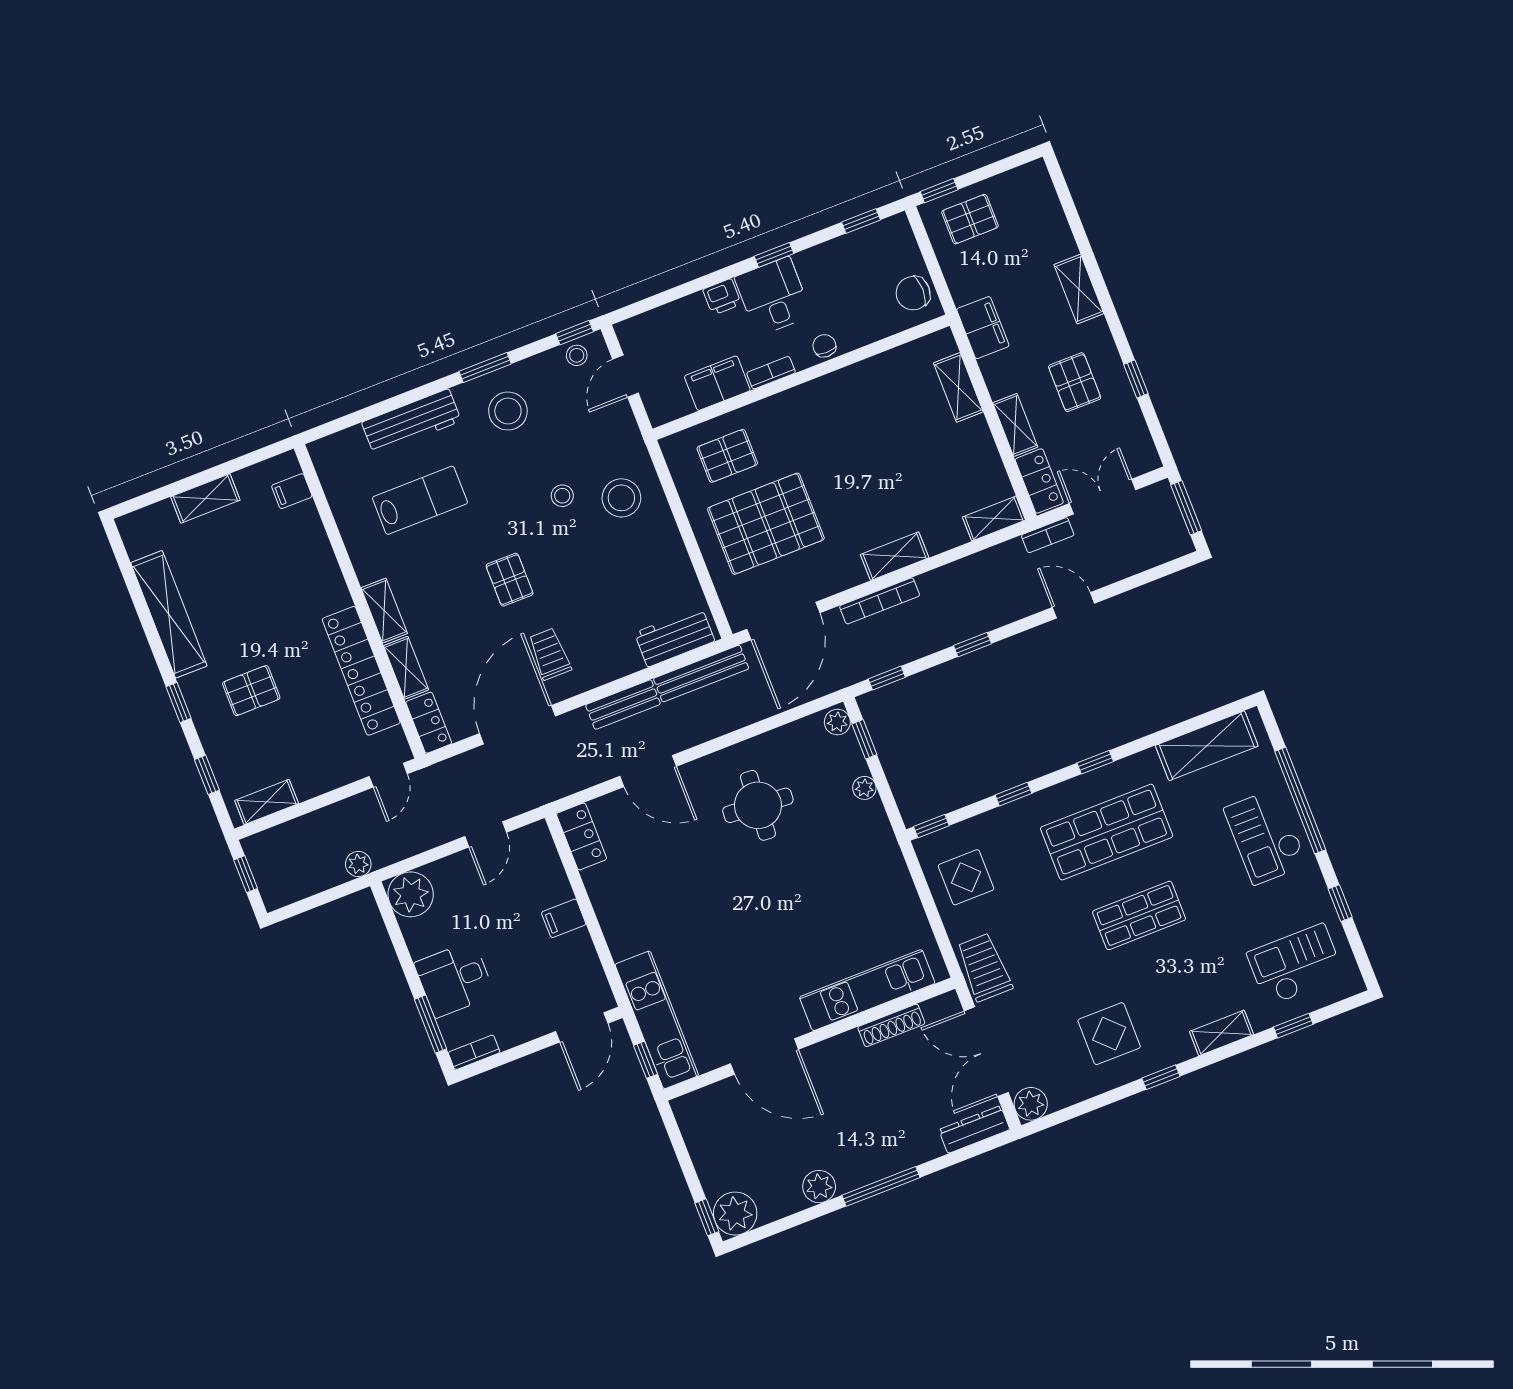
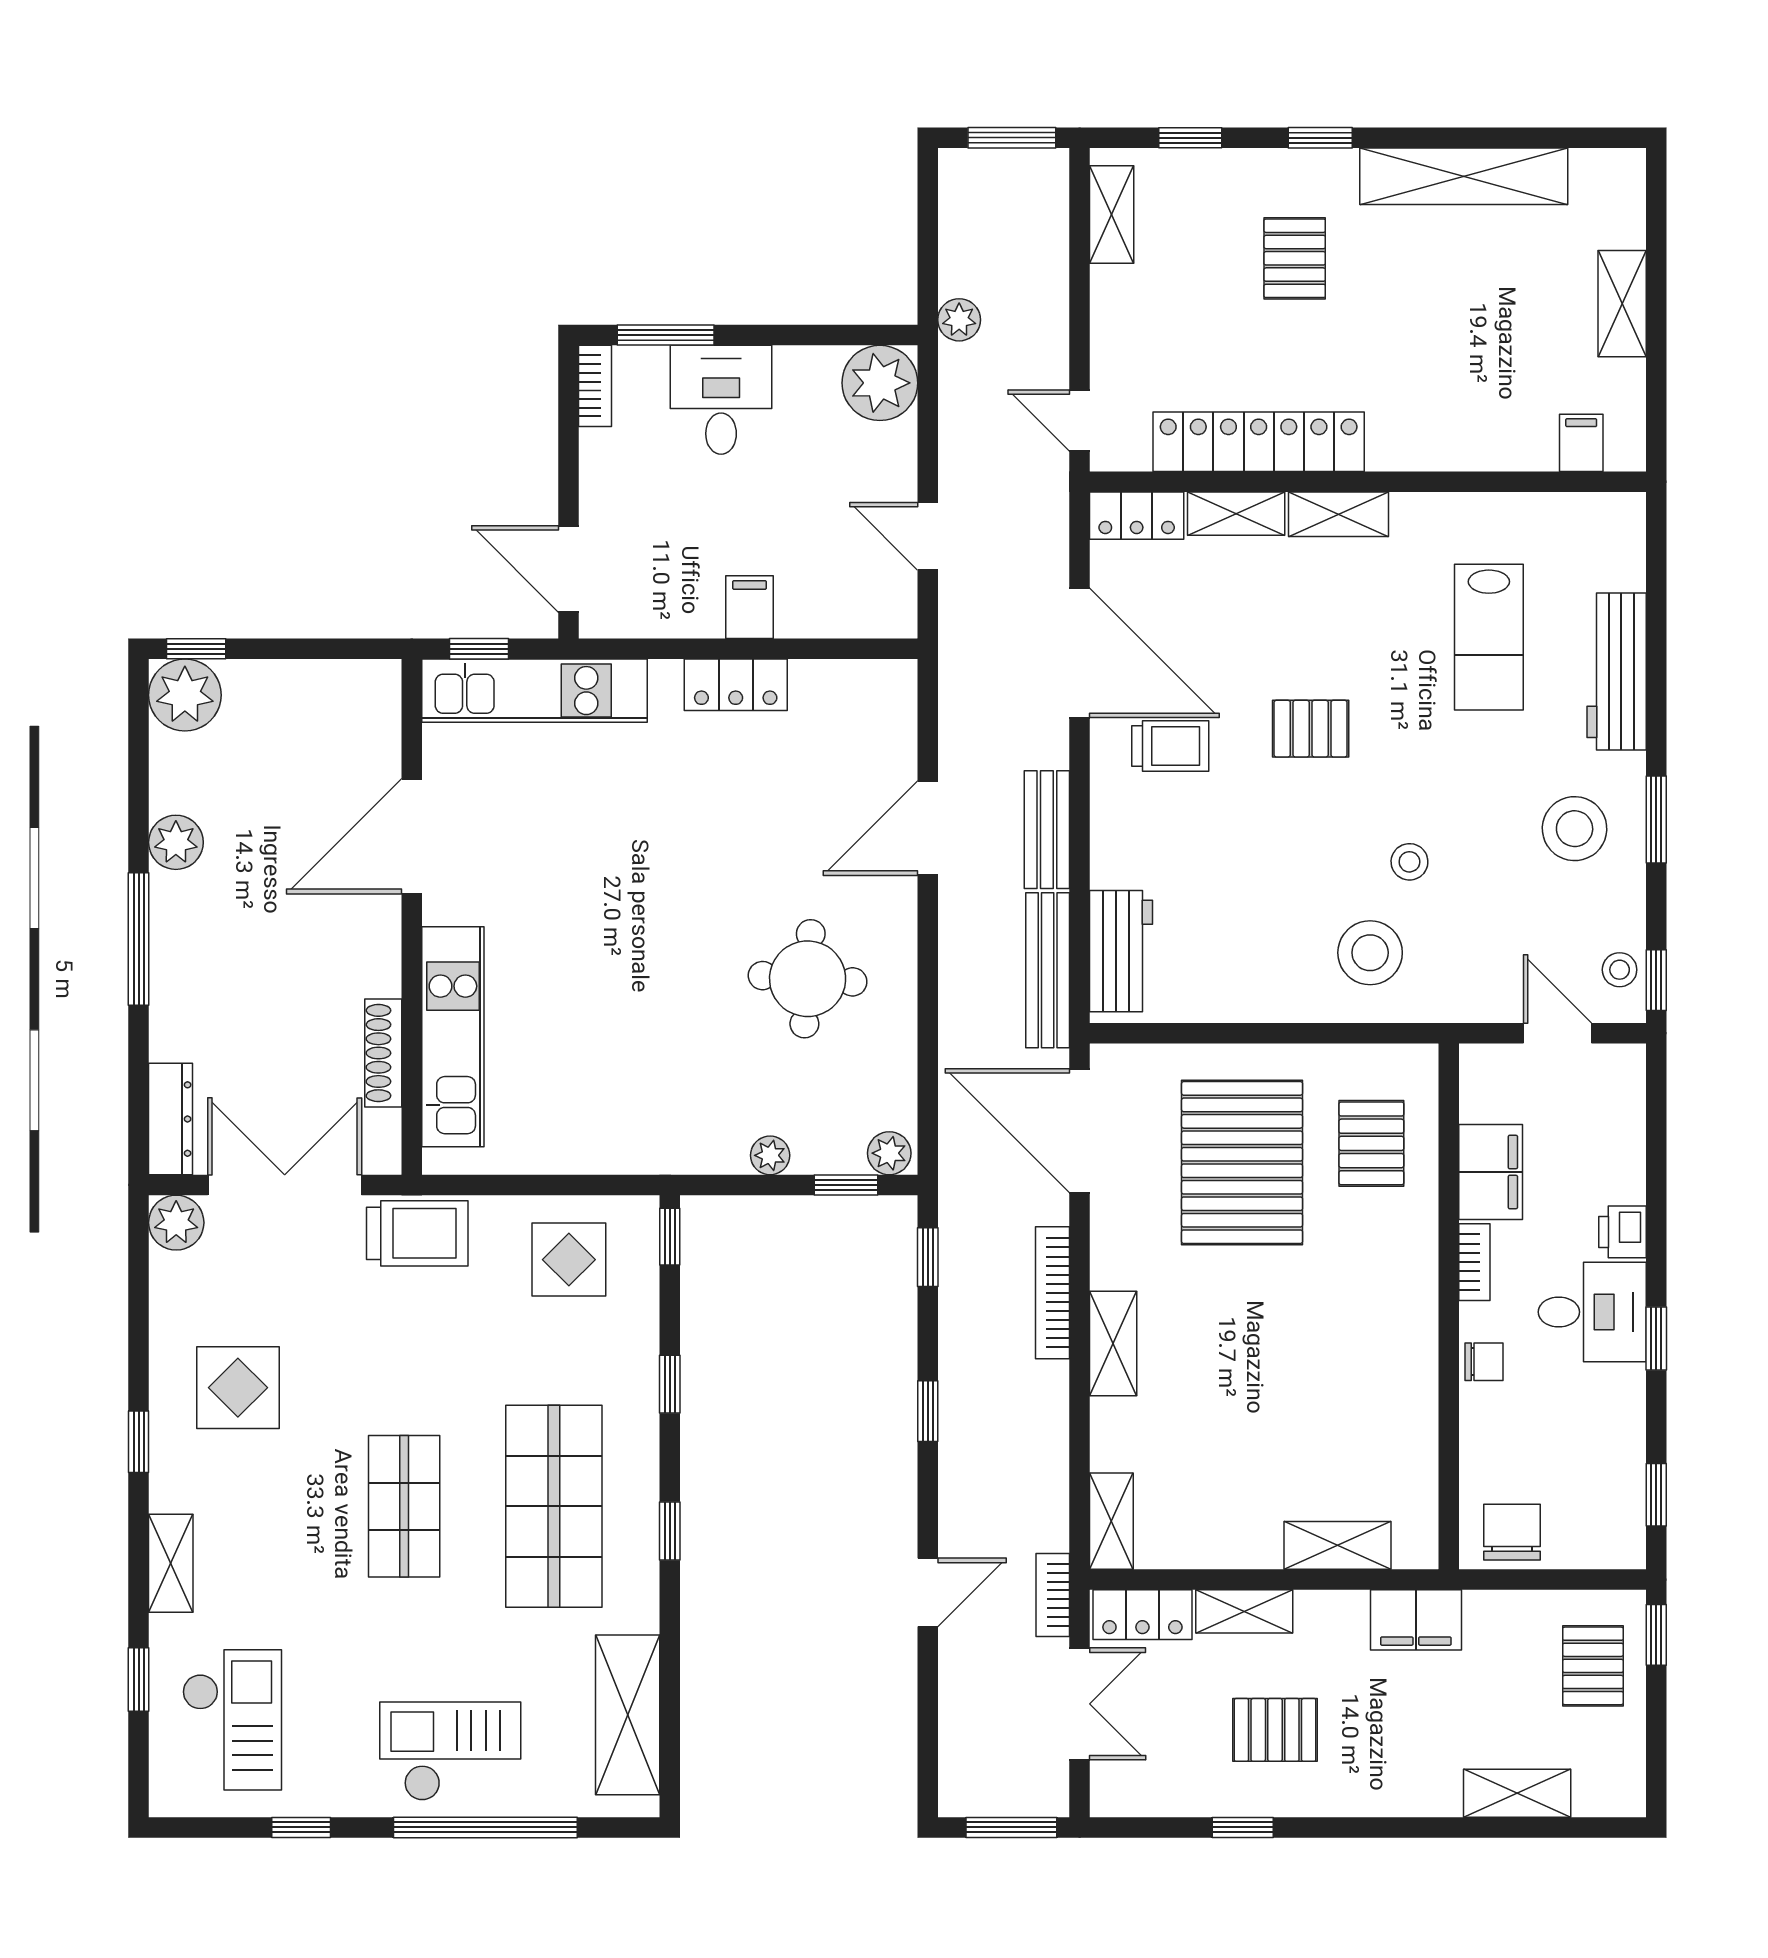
shelving: (1079, 289) -> (1517, 1793), moved
locker: (582, 836) -> (736, 685), moved
window: (246, 874) -> (1012, 138), width x1.50

